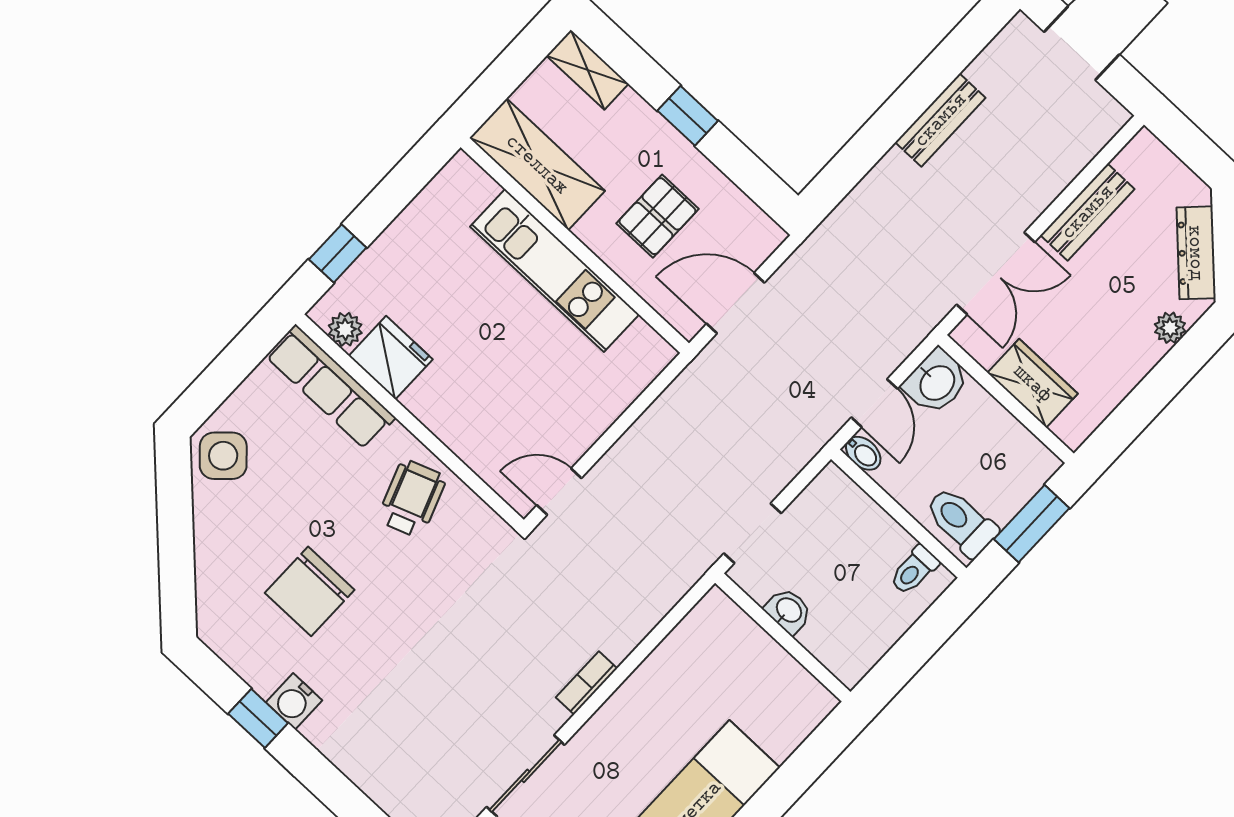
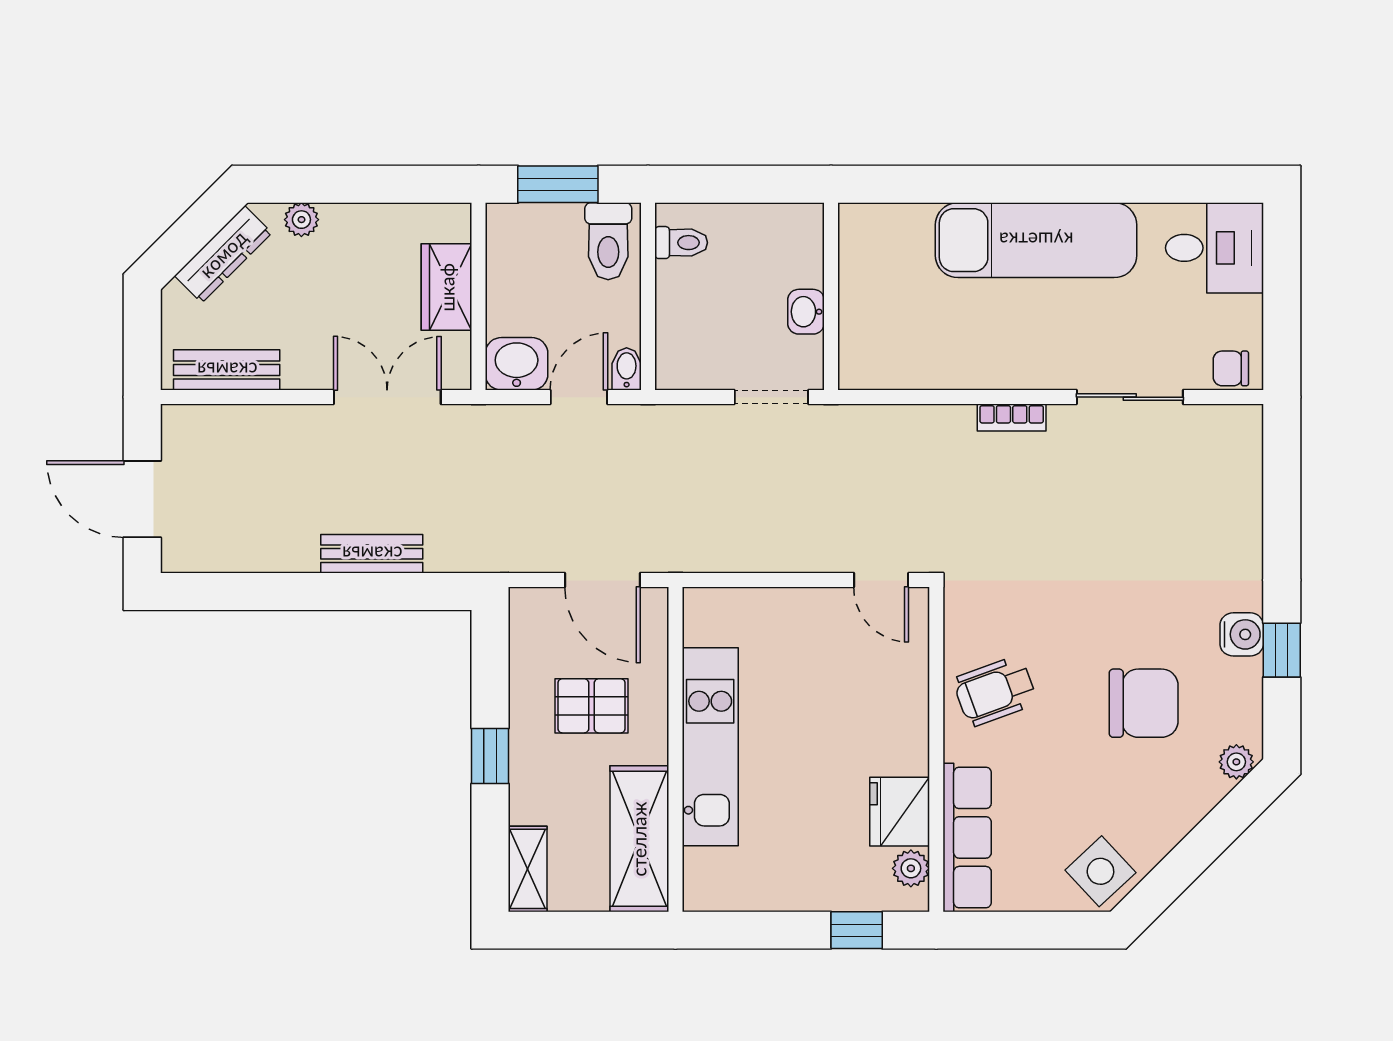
bench: (940, 120) -> (372, 554), moved
bench: (1087, 212) -> (227, 370), moved
plant: (211, 617) -> (1236, 762), added

